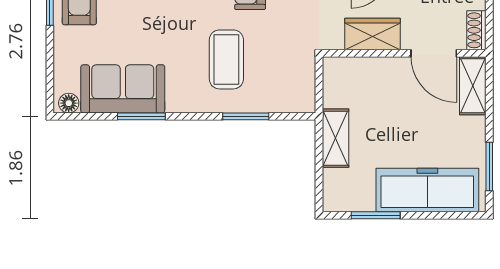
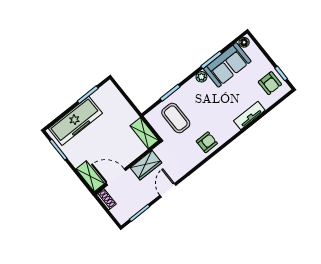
coffee table: (226, 59) -> (176, 118), moved
plant: (178, 103) -> (201, 77), added
shelving: (335, 138) -> (144, 133), moved

